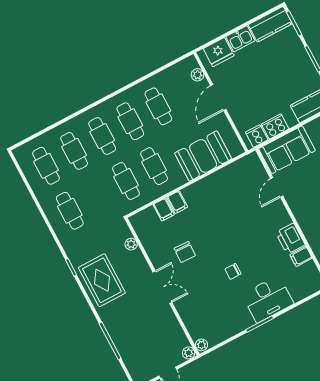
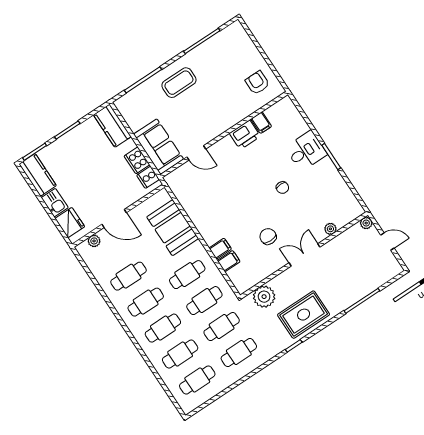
cafe table: (98, 196) -> (222, 327), added
plant: (131, 244) -> (264, 297), width x1.88, depth x1.88
chair: (185, 252) -> (268, 236), turned -92
desk: (268, 299) -> (306, 151), width x0.73
plant: (202, 345) -> (330, 229), moved

